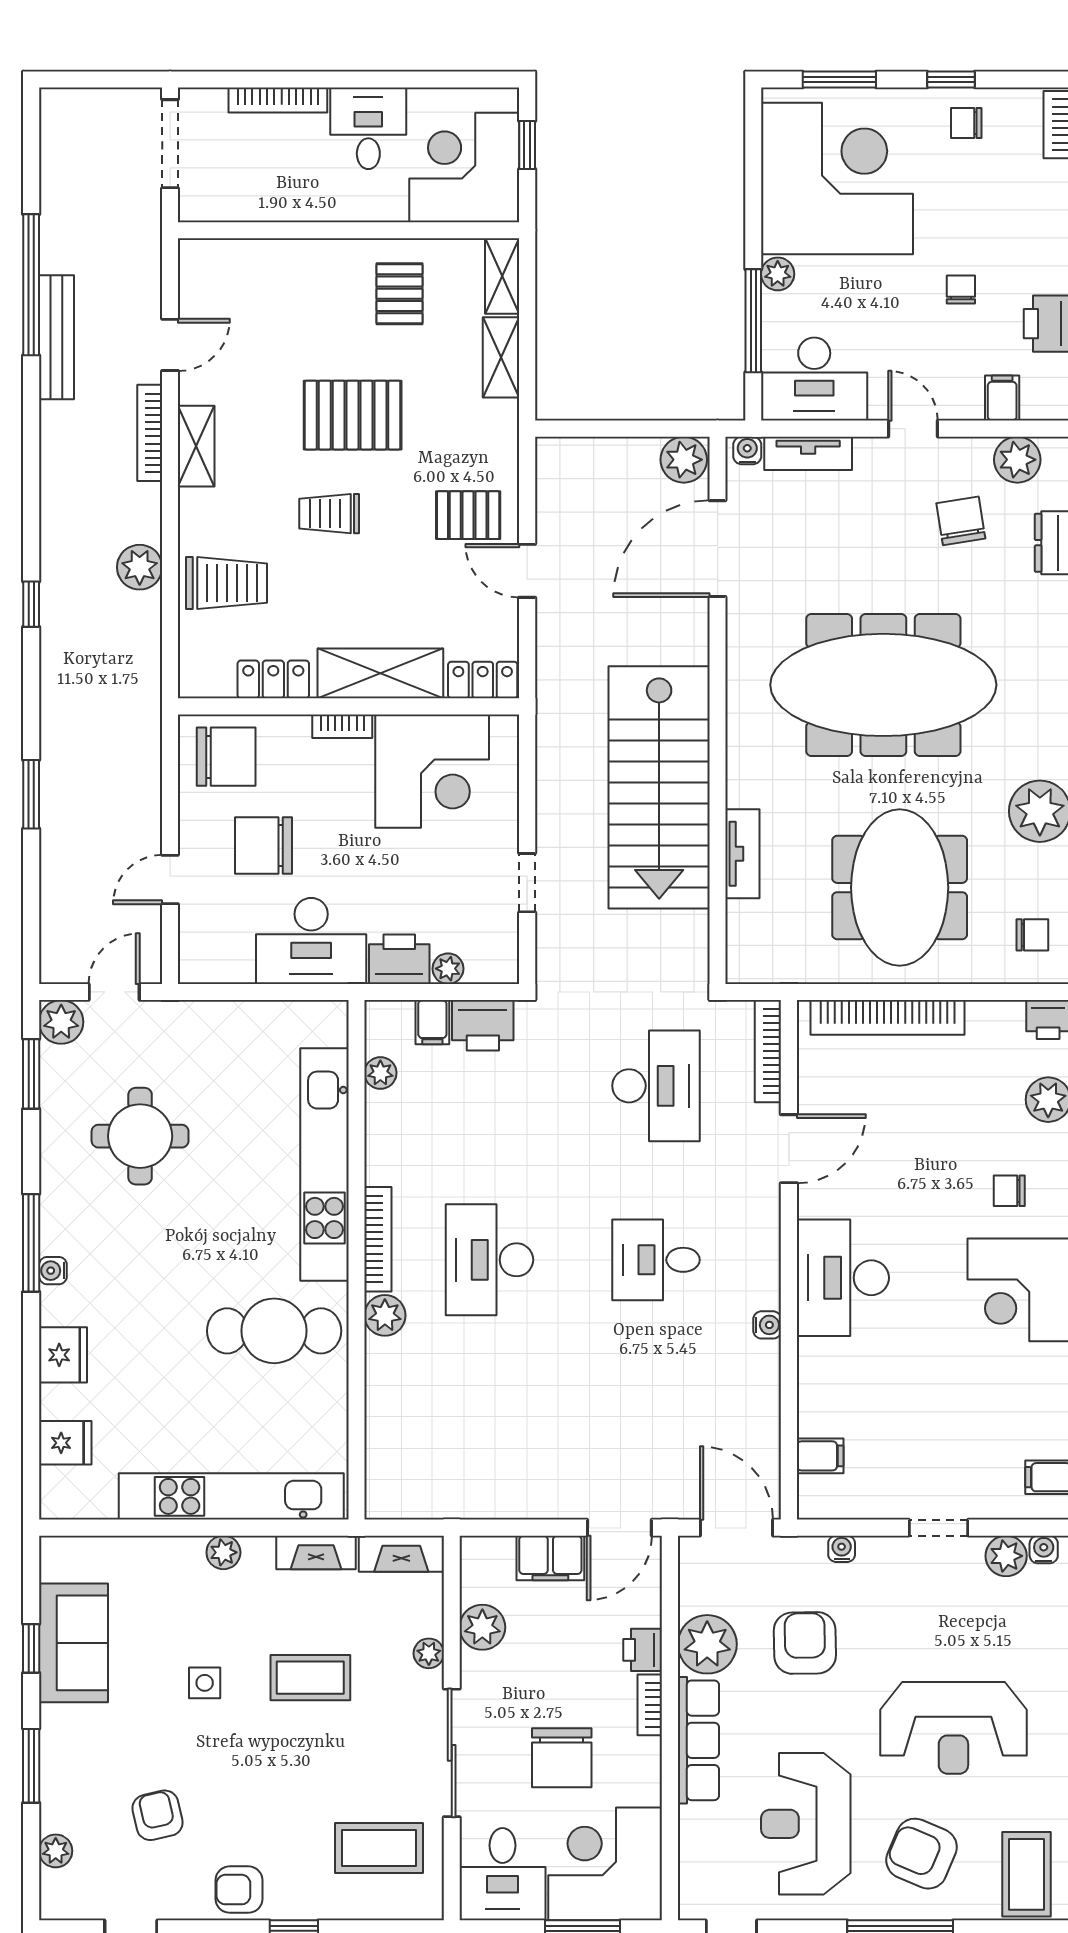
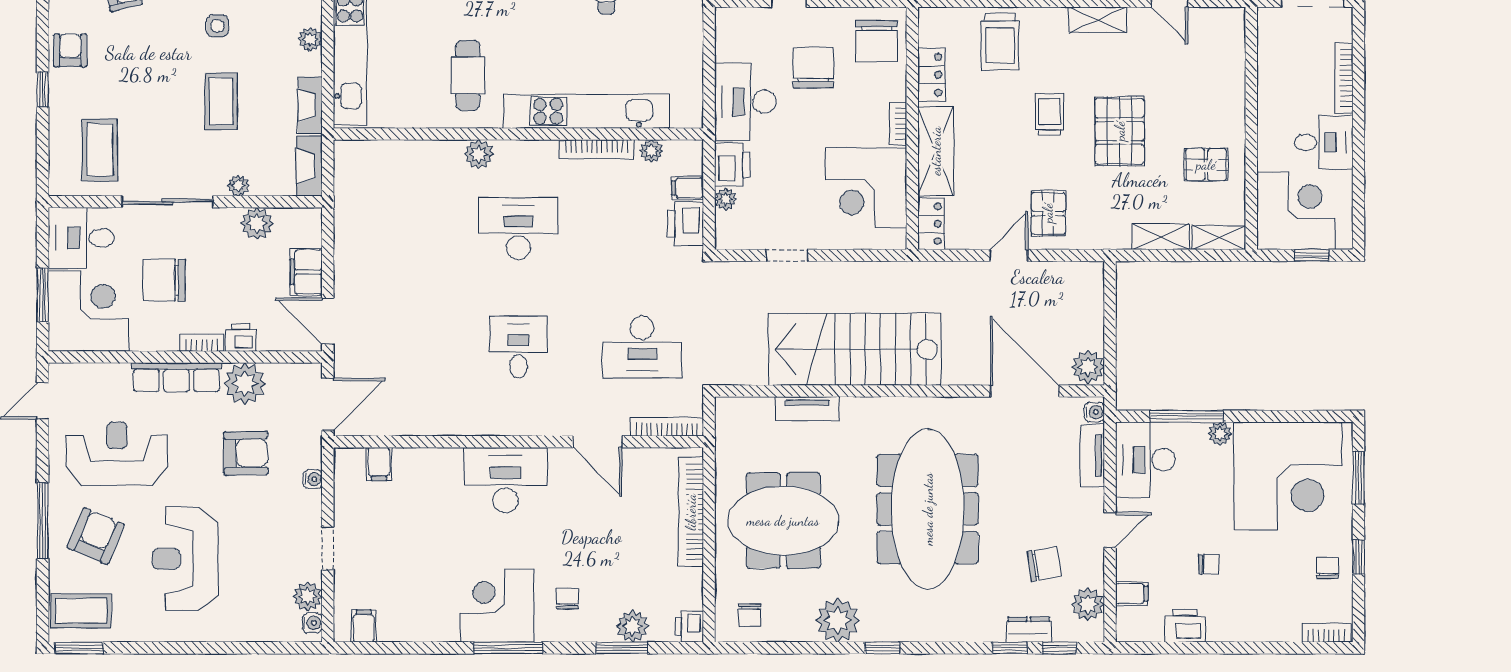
bookcase: (378, 1239) -> (596, 149), moved
water cooler: (767, 1325) -> (472, 426), removed
cafe table: (274, 1331) -> (468, 75), width x0.73, depth x0.74

